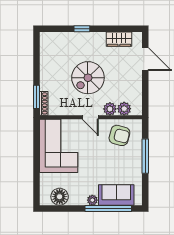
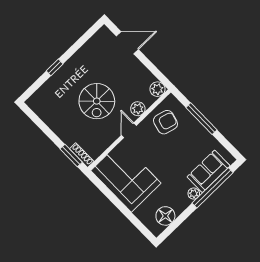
wardrobe: (119, 39) -> (92, 47), removed
plant: (124, 109) -> (157, 89), moved
door: (90, 117) -> (129, 130), swing flipped

